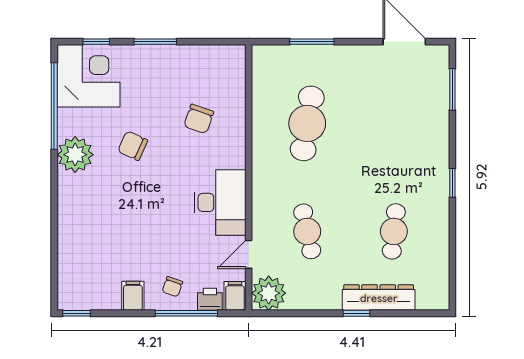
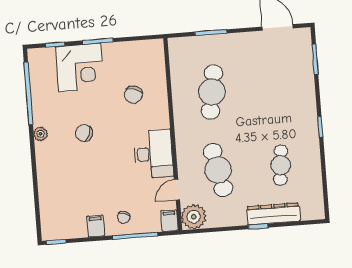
corner desk: (88, 76) -> (80, 68), moved, turned 90
chair: (133, 146) -> (84, 133), moved
plant: (75, 155) -> (40, 134), width x0.53, depth x0.53
cafe table: (307, 231) -> (218, 170), width x1.37, depth x1.35
printer: (210, 299) -> (152, 224), removed

